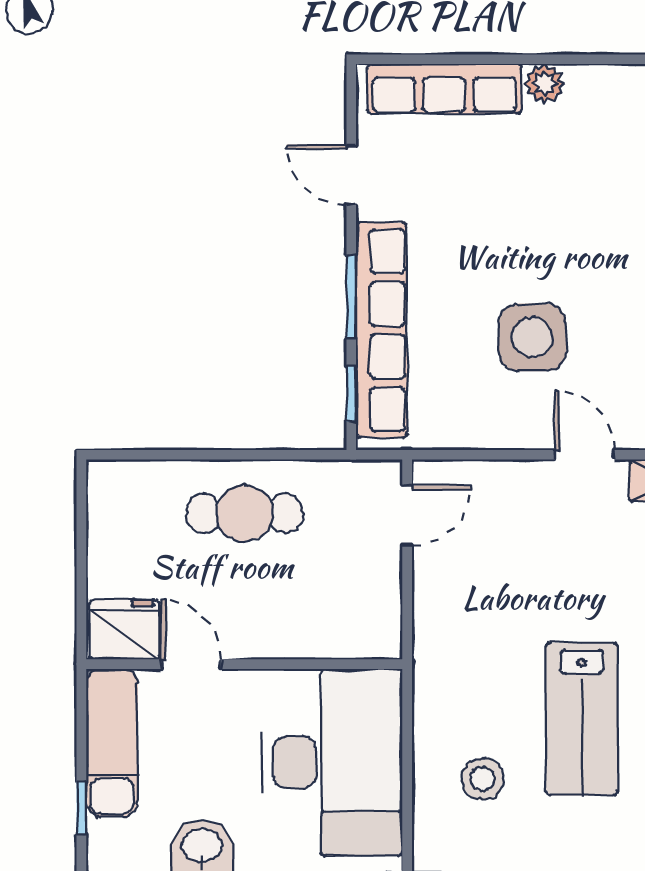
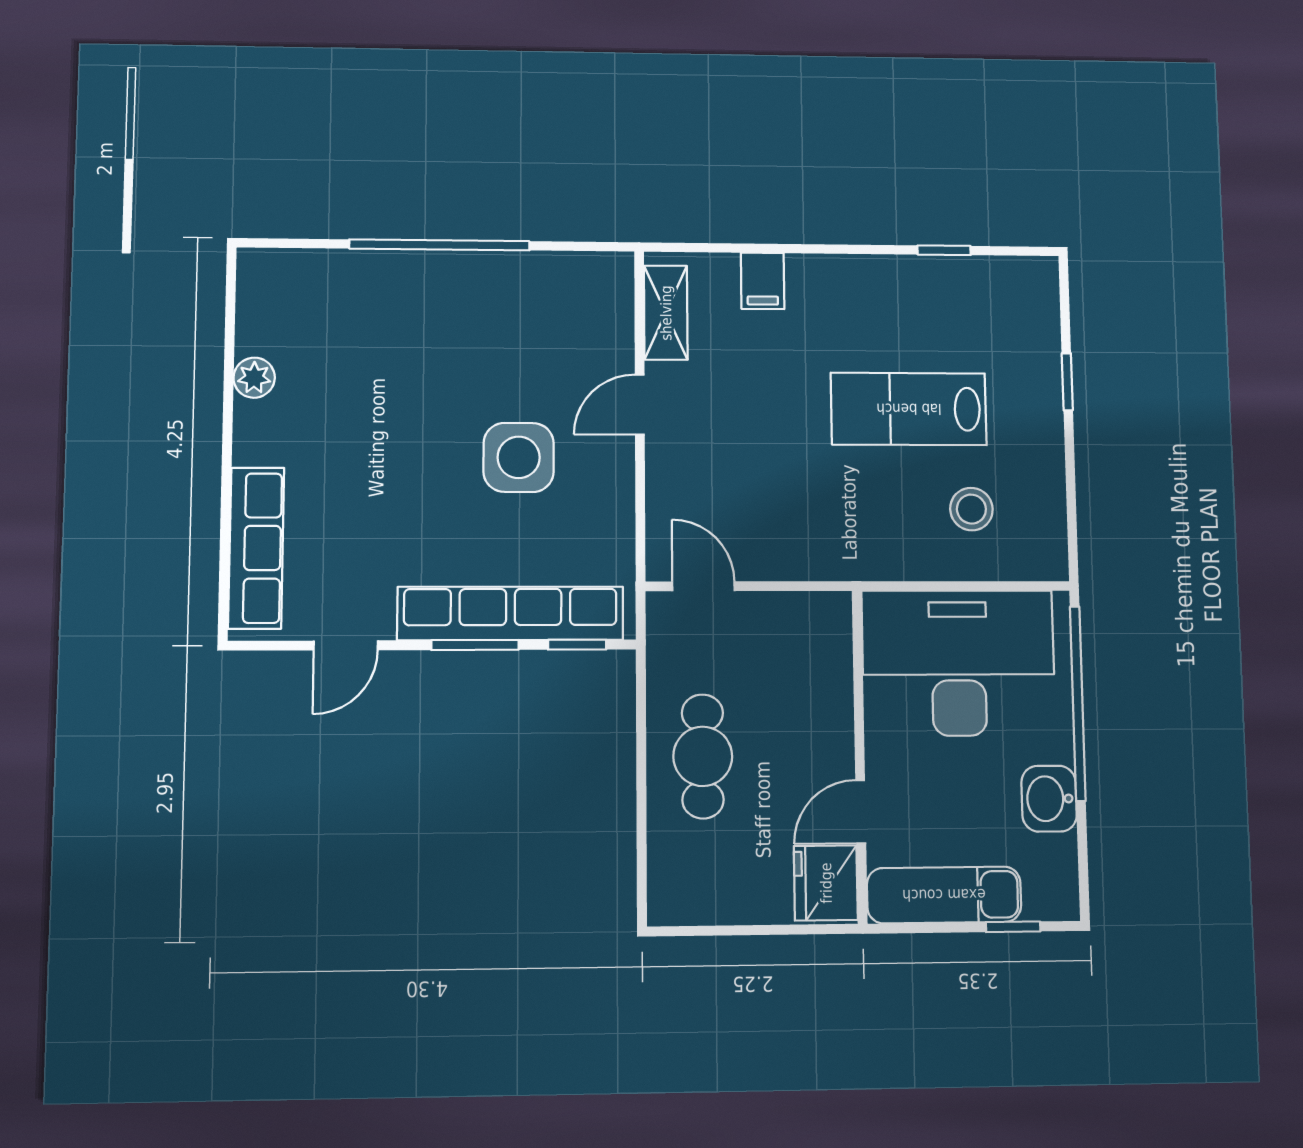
plant: (545, 83) -> (254, 378), moved
lab bench: (582, 719) -> (909, 409), turned 180

